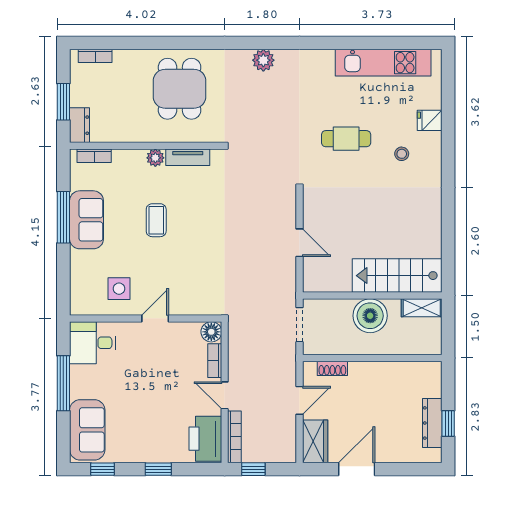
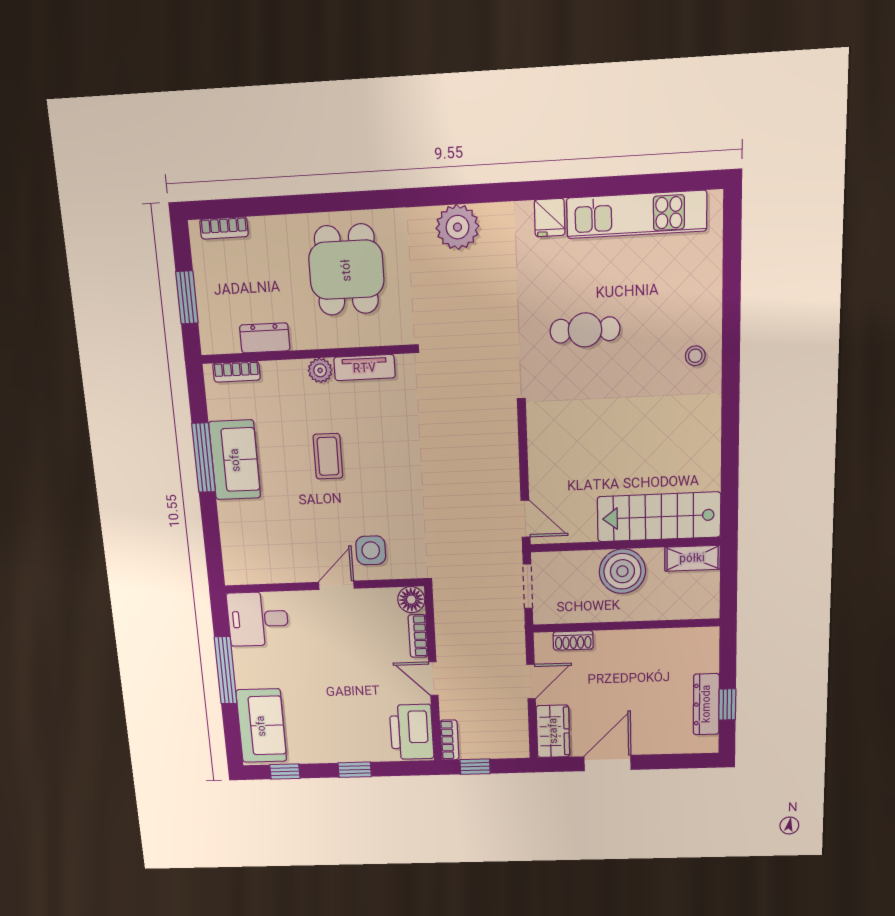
plant: (263, 60) -> (457, 227), width x1.36, depth x1.36
fridge: (430, 120) -> (550, 218), moved, turned -90
dresser: (80, 125) -> (265, 338), moved, turned -90
stool: (402, 154) -> (695, 356), moved
door: (299, 243) -> (525, 519), moved
side table: (119, 289) -> (371, 550), moved
bookcase: (234, 437) -> (449, 740), width x0.64

